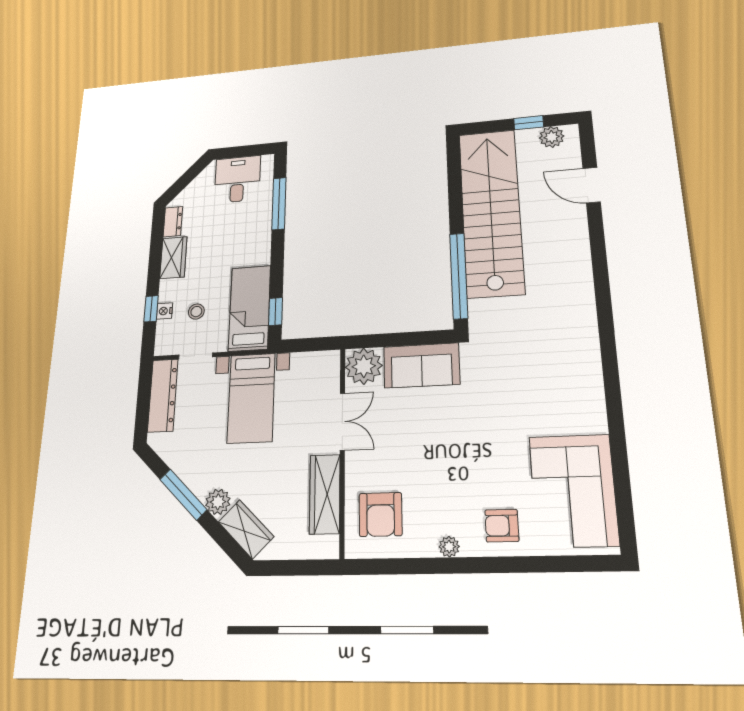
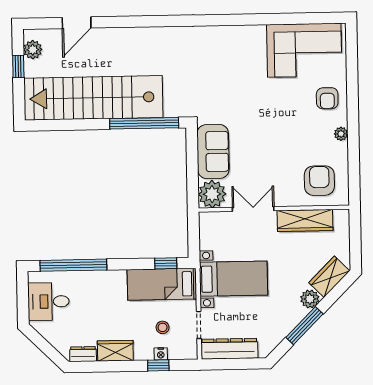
window: (279, 204) -> (73, 265), width x1.46
armchair: (381, 514) -> (319, 181), turned -90

